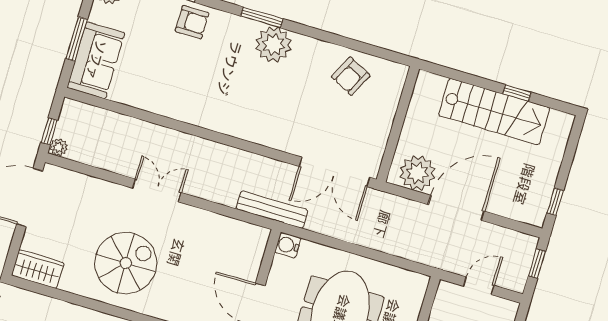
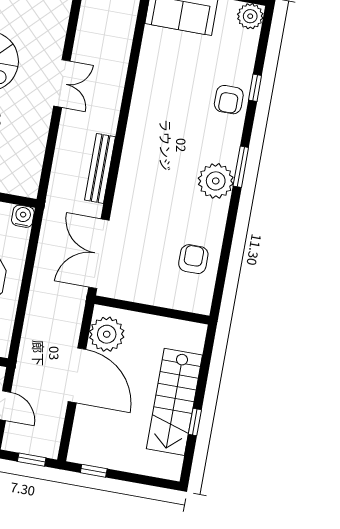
armchair: (351, 76) -> (193, 259), turned 63
bench: (272, 210) -> (100, 168), moved

